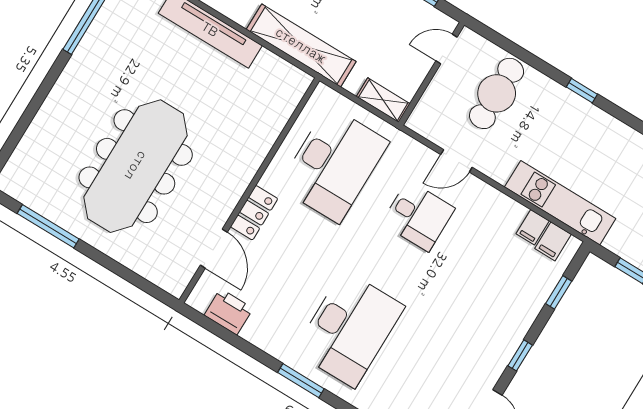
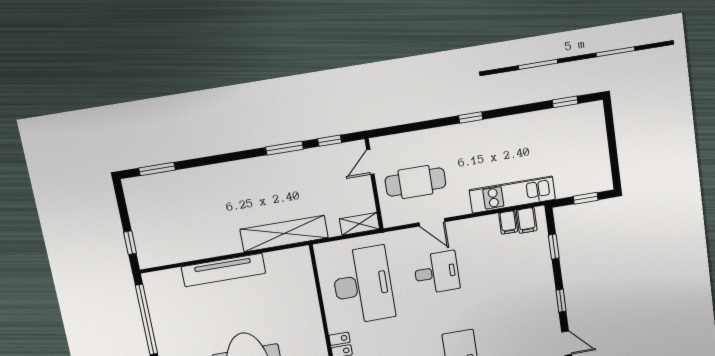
cafe table: (497, 93) -> (415, 182), moved, turned 90
door: (456, 161) -> (432, 222), hinge flipped

